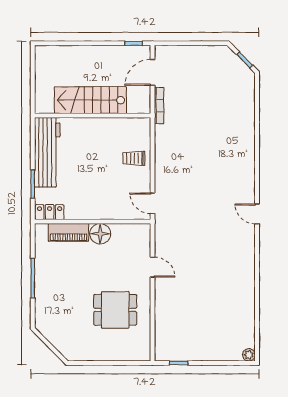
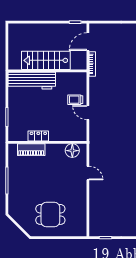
workbench: (47, 152) -> (32, 81), moved, turned 90
door: (153, 203) -> (88, 113), moved
locker: (50, 212) -> (38, 136), moved
floor lamp: (100, 234) -> (72, 151), moved
dining table: (115, 310) -> (50, 214), moved

